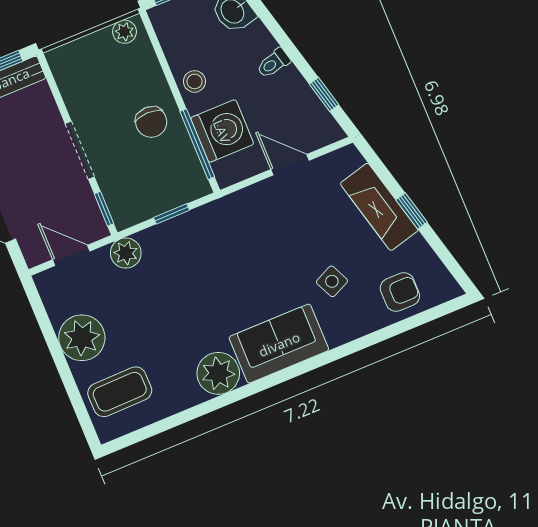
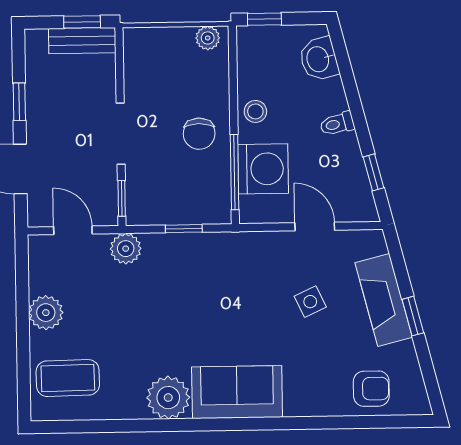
side table: (332, 281) -> (310, 302), moved
plant: (82, 338) -> (46, 313), width x0.73, depth x0.73

